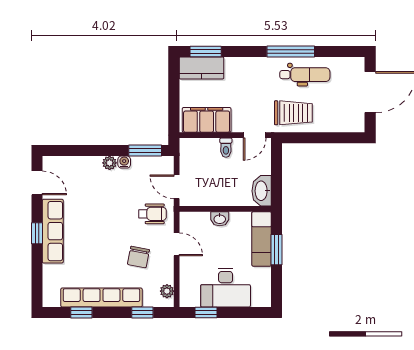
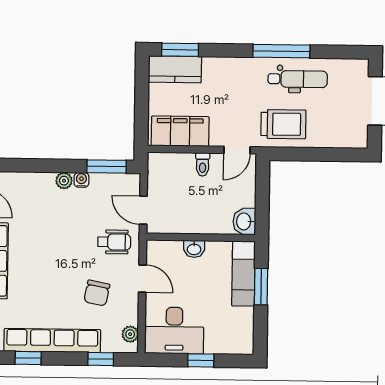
washbasin: (262, 191) -> (244, 221), width x0.72
desk: (226, 288) -> (174, 331), moved
window: (206, 312) -> (201, 360), moved

